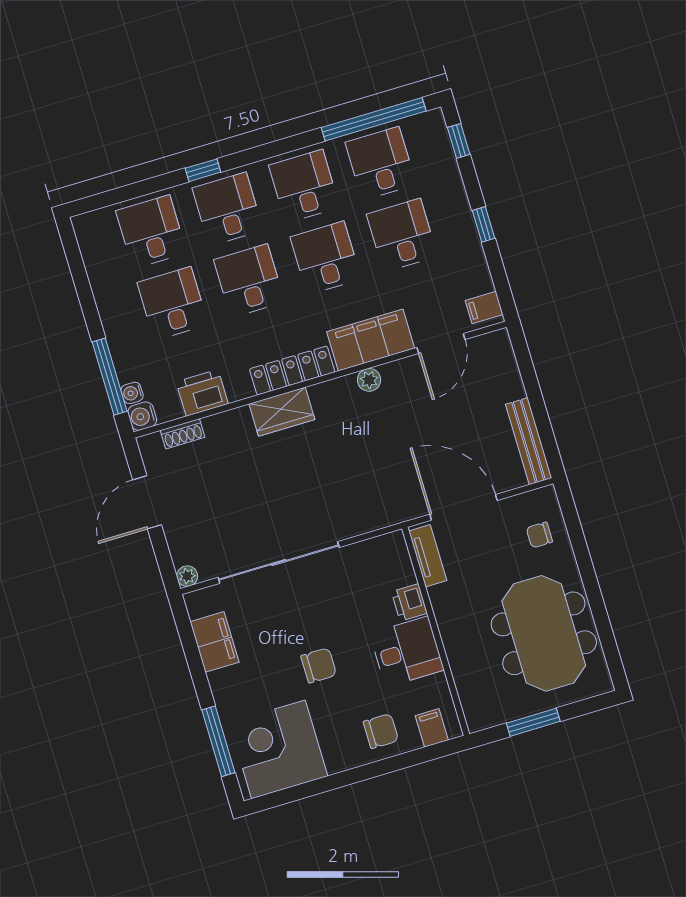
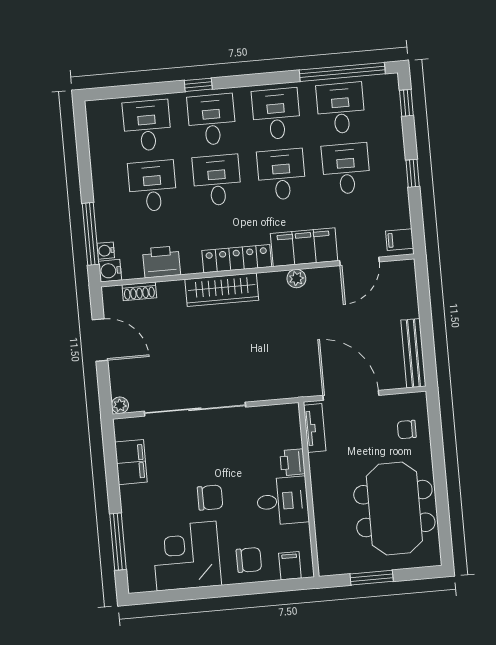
wardrobe: (282, 412) -> (222, 290), width x1.50
door: (147, 502) -> (100, 340), swing flipped
corner desk: (278, 749) -> (186, 556), moved

